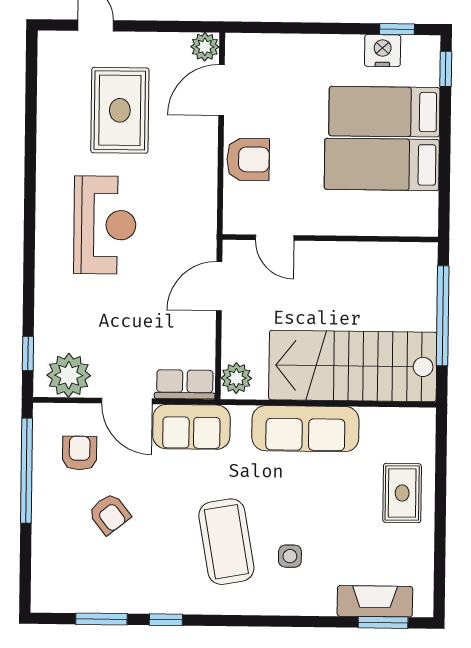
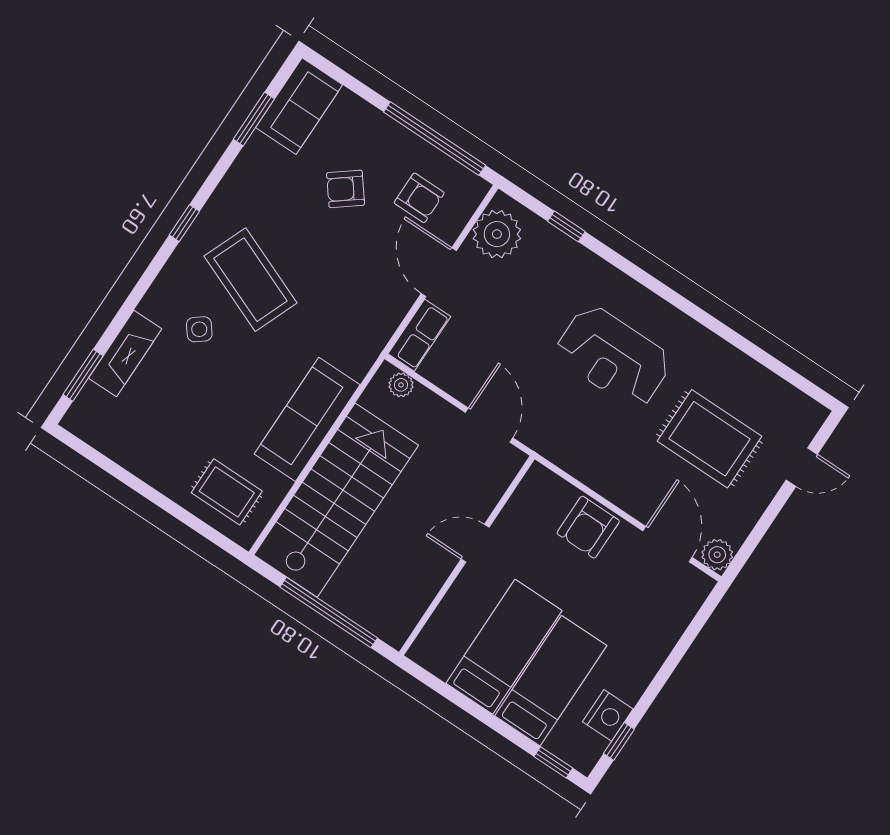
door: (275, 238) -> (475, 543), moved
window: (28, 353) -> (566, 226), moved
plant: (236, 378) -> (401, 385), width x0.73, depth x0.73
door: (127, 401) -> (439, 272), hinge flipped
sofa: (191, 427) -> (299, 106), moved, turned 180
rug: (402, 493) -> (227, 492), moved
coffee table: (226, 542) -> (250, 280), turned 32
side table: (290, 556) -> (199, 329), turned -38
fireplace: (375, 601) -> (125, 353), moved
window: (166, 620) -> (184, 223), moved

